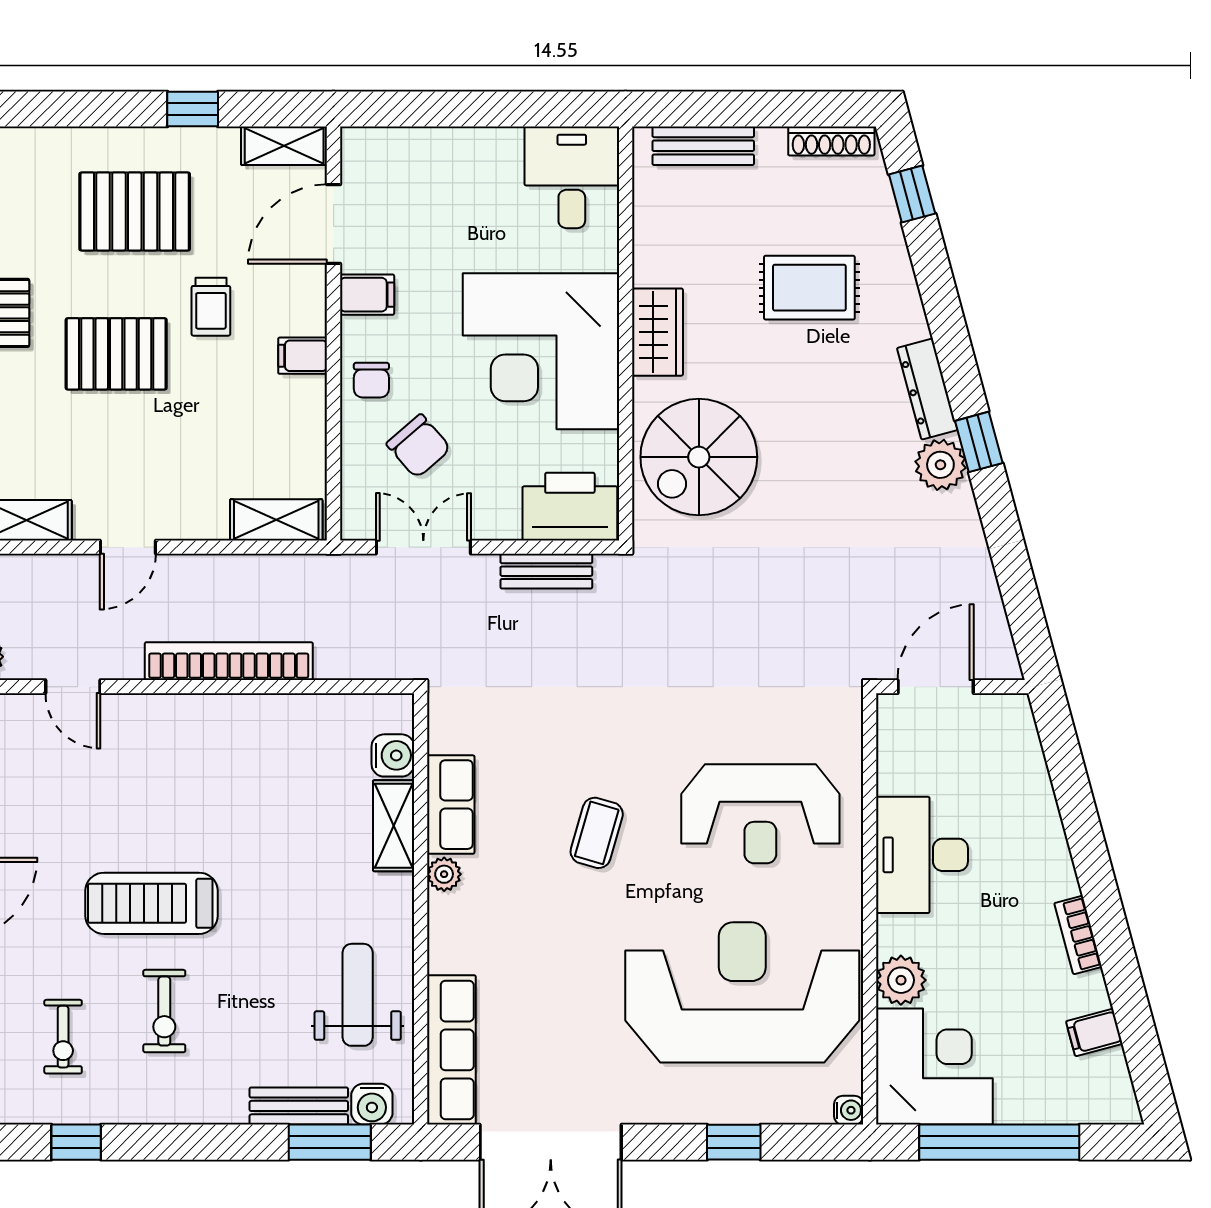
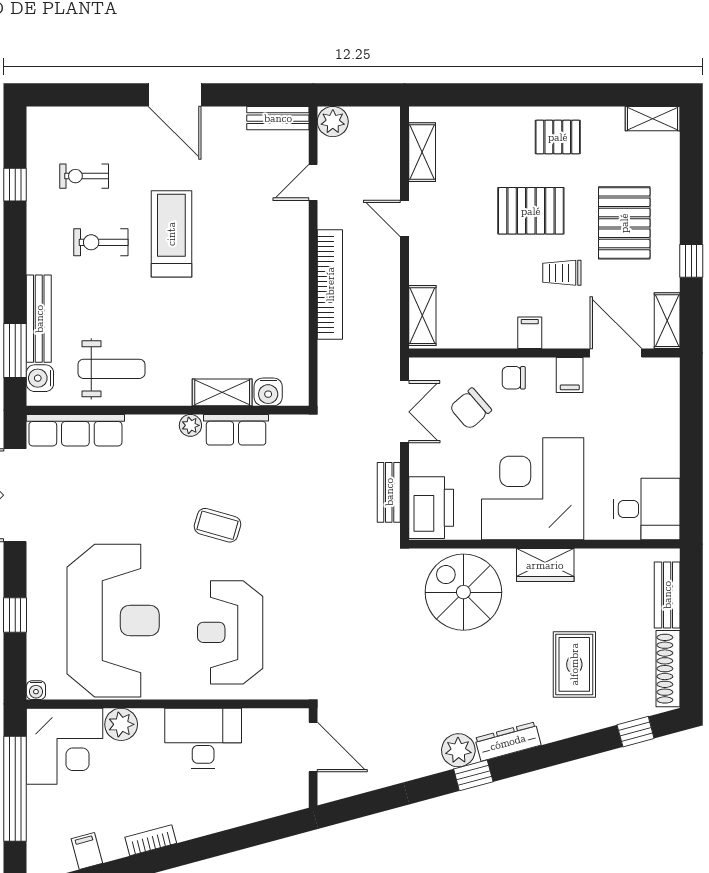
shoe rack: (831, 141) -> (668, 669), width x1.36, depth x1.24
pallet: (116, 354) -> (531, 211), turned 90
bench: (299, 1106) -> (39, 319), width x1.36

